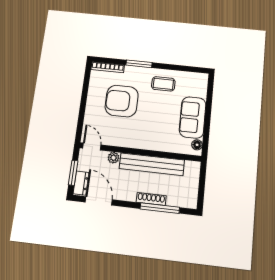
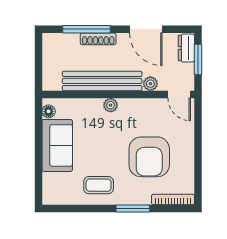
armchair: (122, 101) -> (149, 157), turned 90
plant: (147, 144) -> (111, 105), added
door: (99, 201) -> (146, 29), moved

